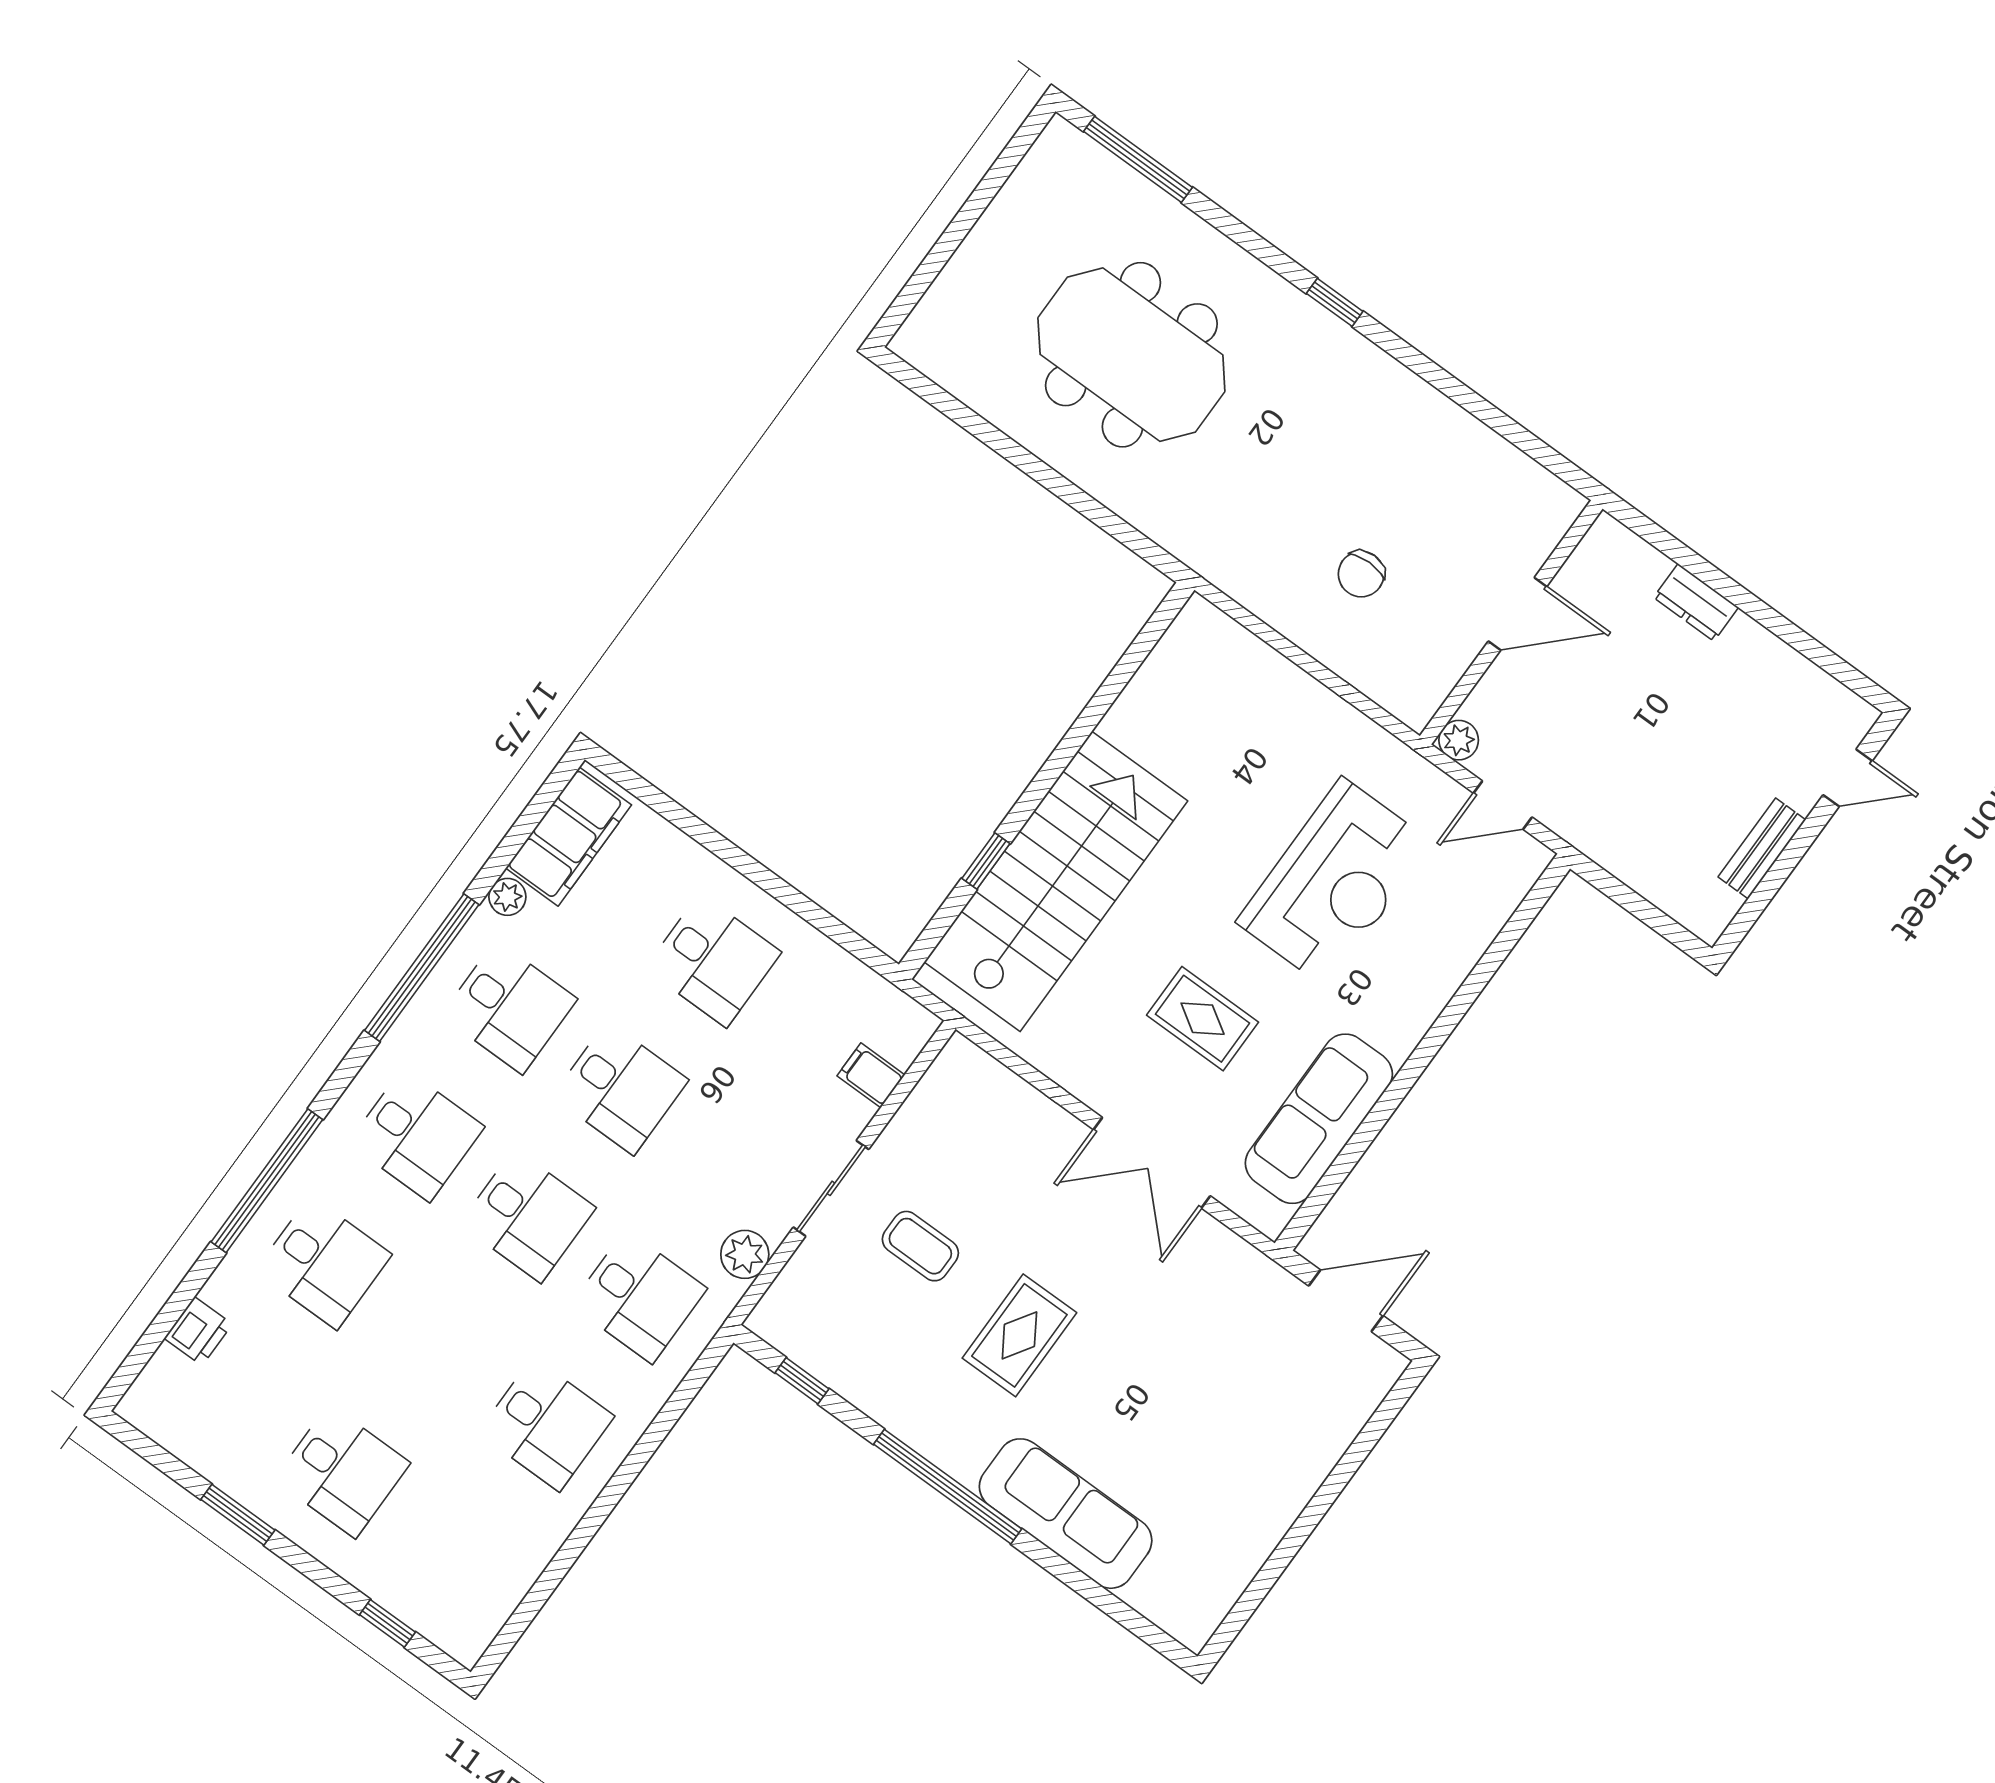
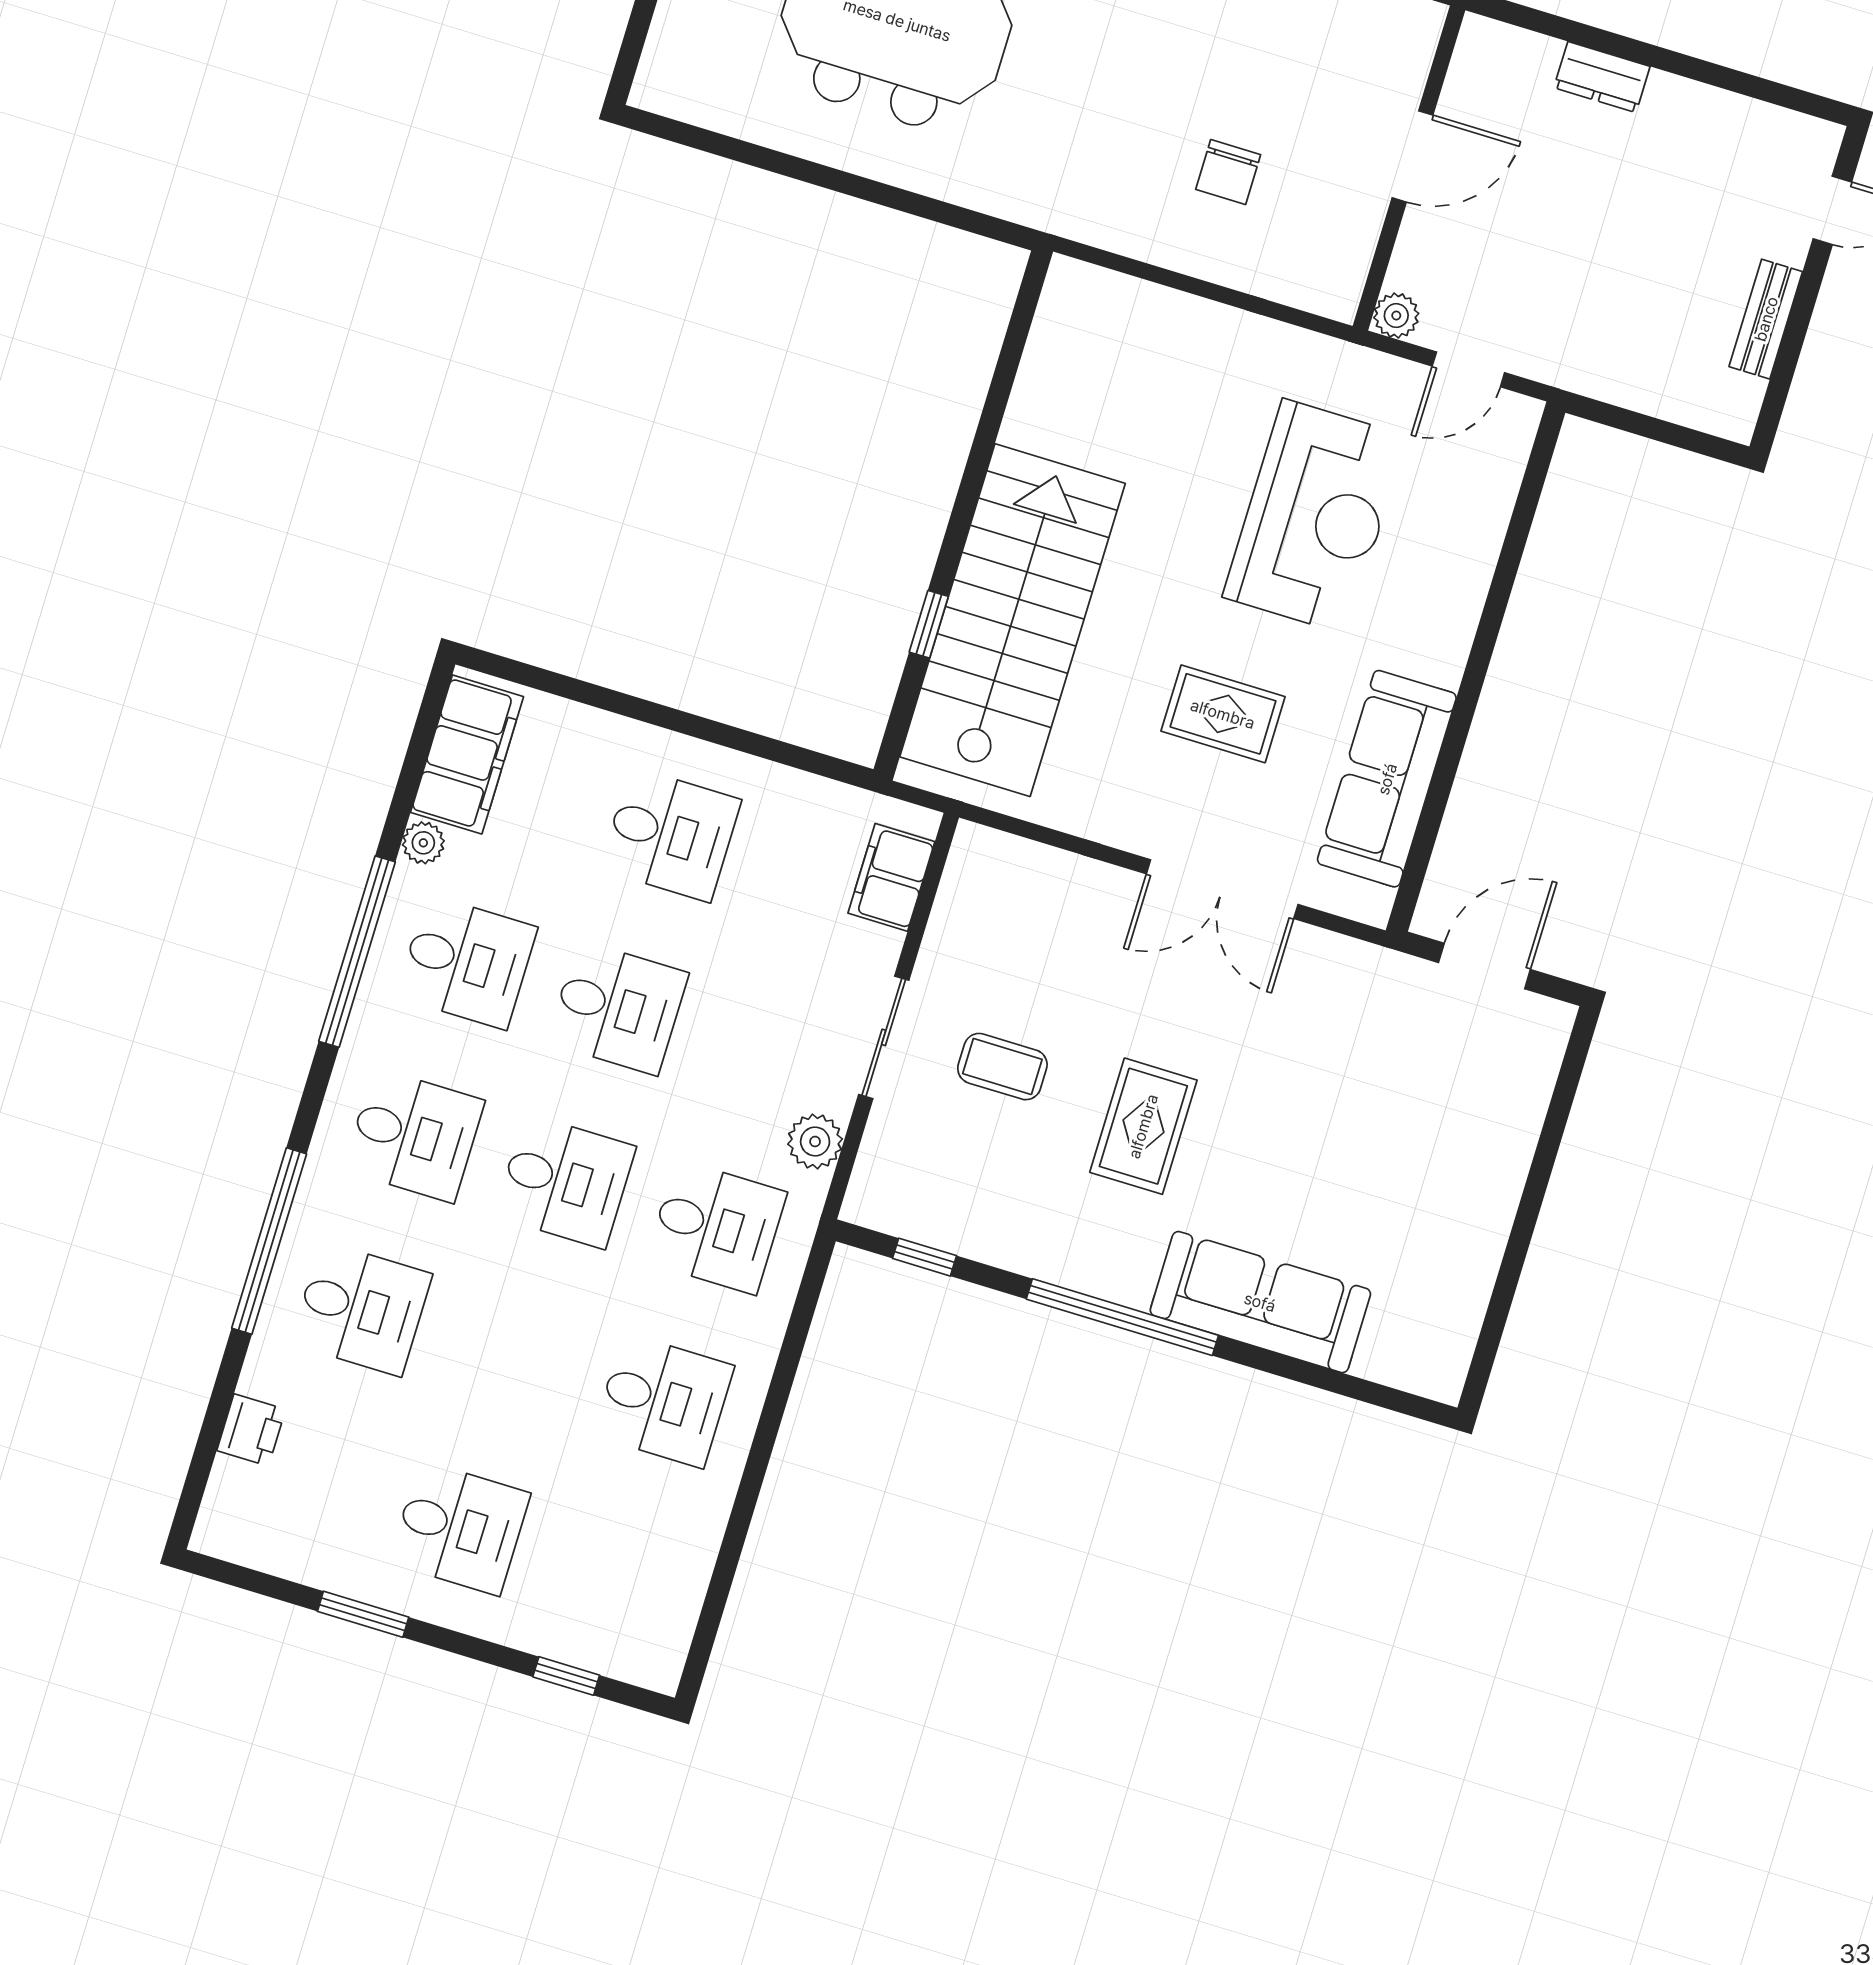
filing cabinet: (871, 1075) -> (891, 877), width x2.00

